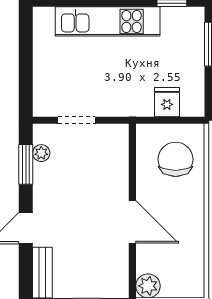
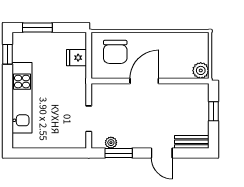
chair: (176, 159) -> (115, 52), turned -90
door: (132, 222) -> (144, 81), moved

